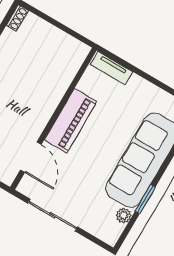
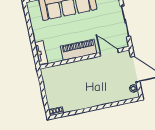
door: (31, 157) -> (109, 52), hinge flipped

